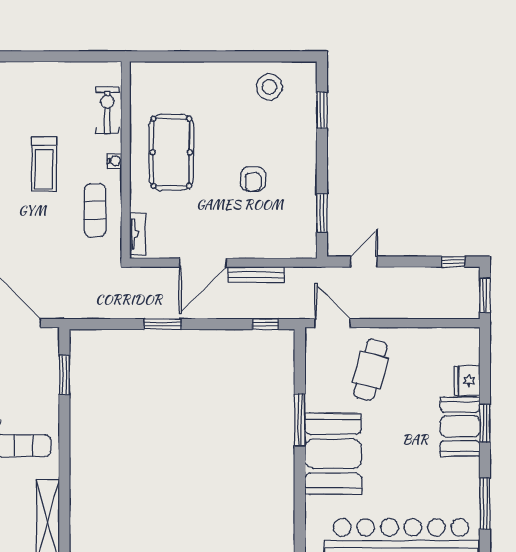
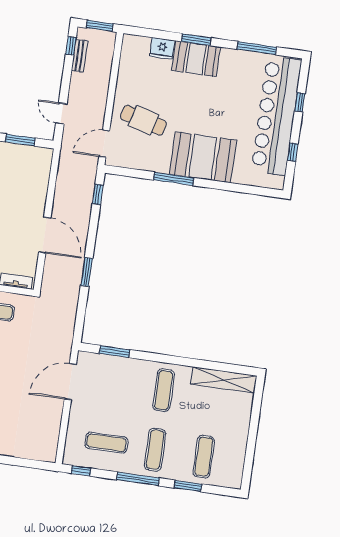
bench: (256, 275) -> (79, 56), moved, width x0.73

